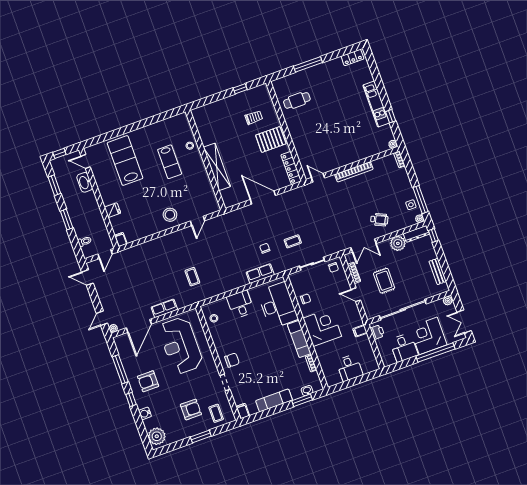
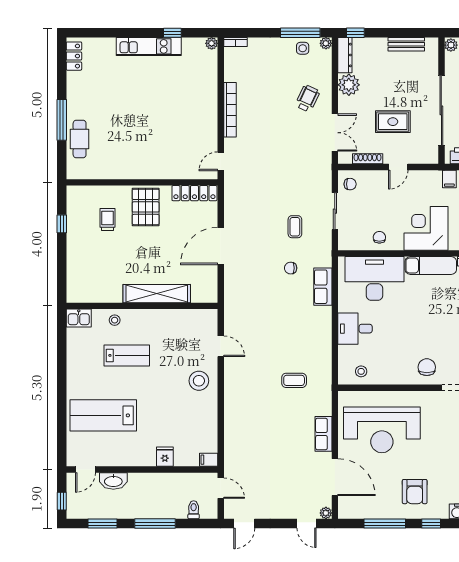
cafe table: (297, 100) -> (80, 139), moved
kitchen sink: (183, 122) -> (79, 318), added
window: (67, 219) -> (155, 524), width x1.44

